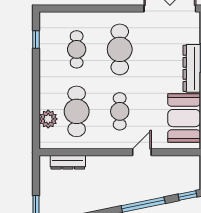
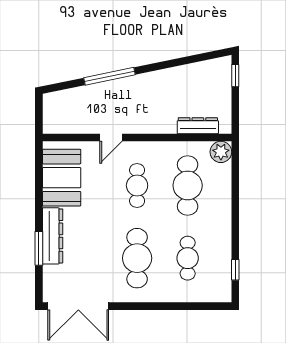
plant: (48, 119) -> (221, 152), moved
window: (188, 195) -> (58, 87), removed

